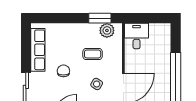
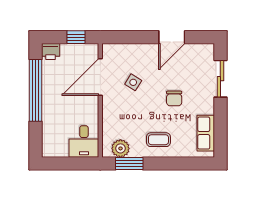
row of seats: (38, 50) -> (206, 133), width x0.68
coffee table: (93, 54) -> (158, 140), moved

